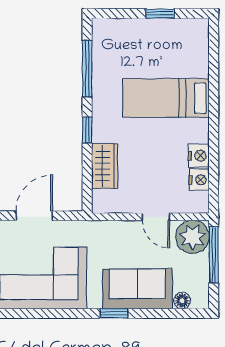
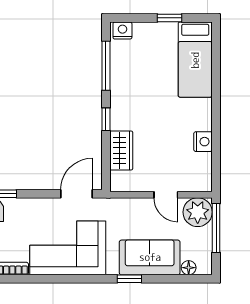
bed: (166, 98) -> (195, 60), moved, turned -90
nightstand: (199, 180) -> (122, 31), moved, turned -90
door: (34, 216) -> (77, 194), moved

